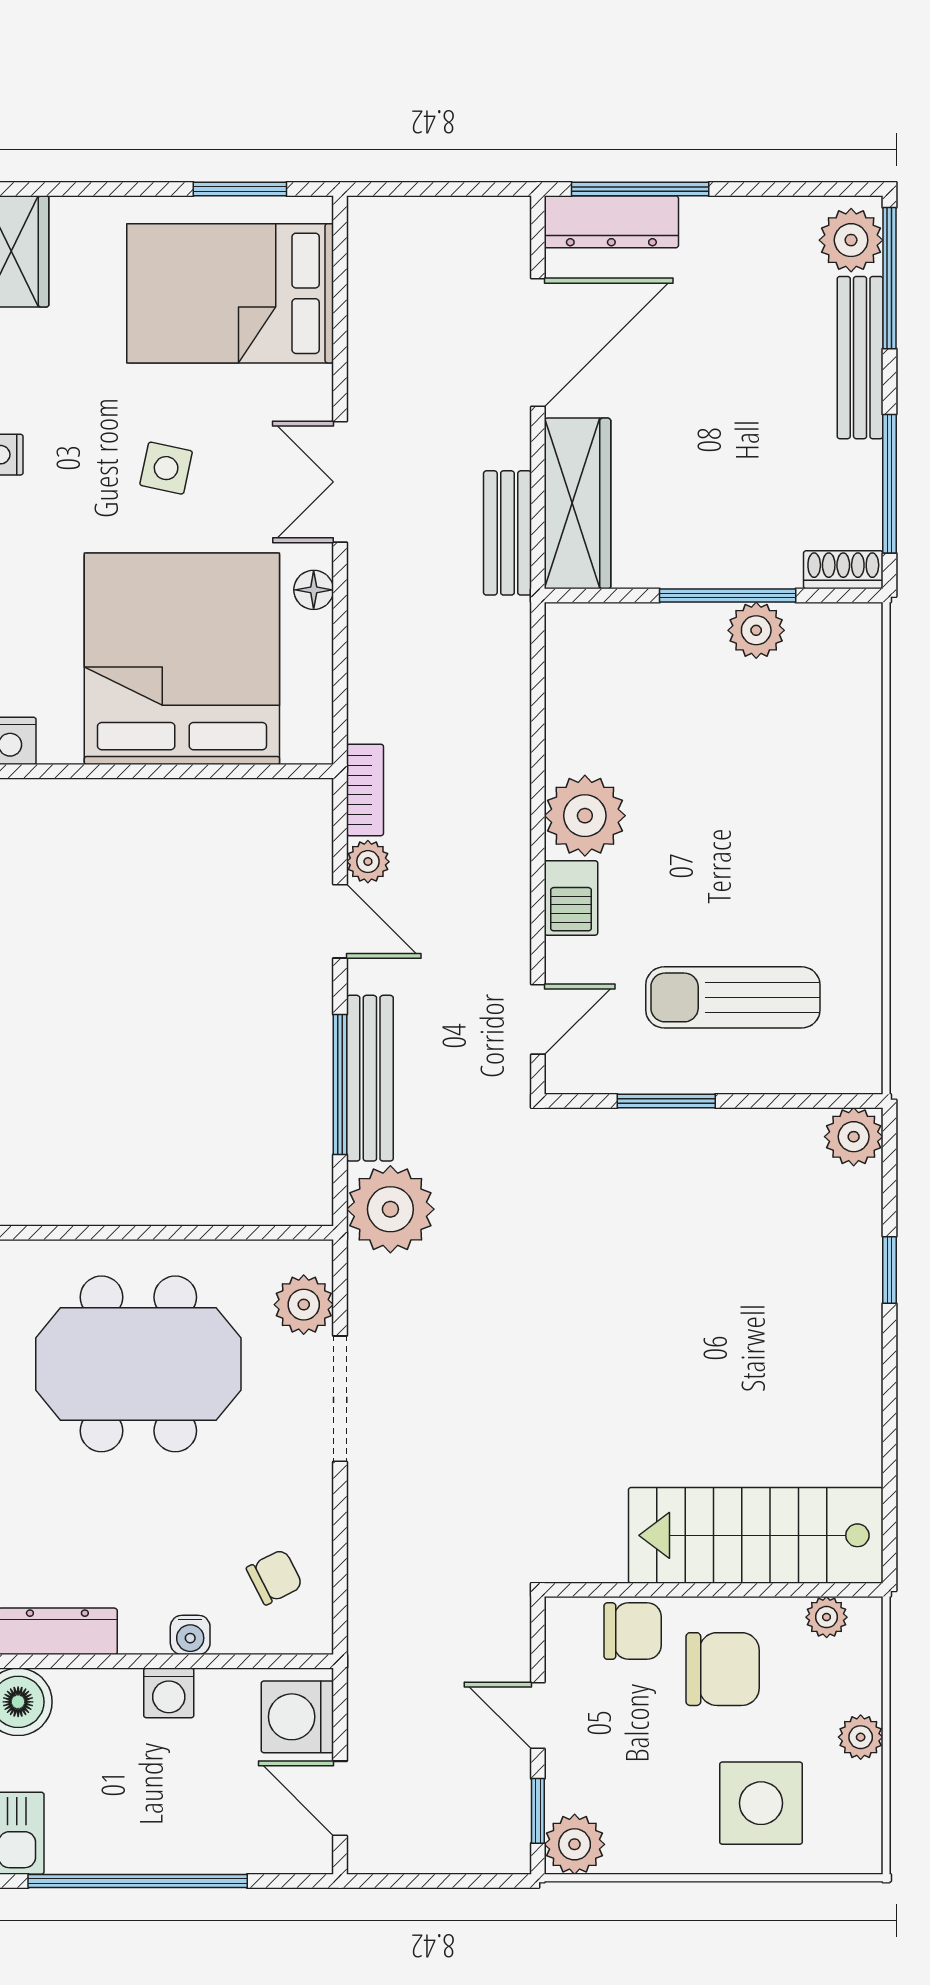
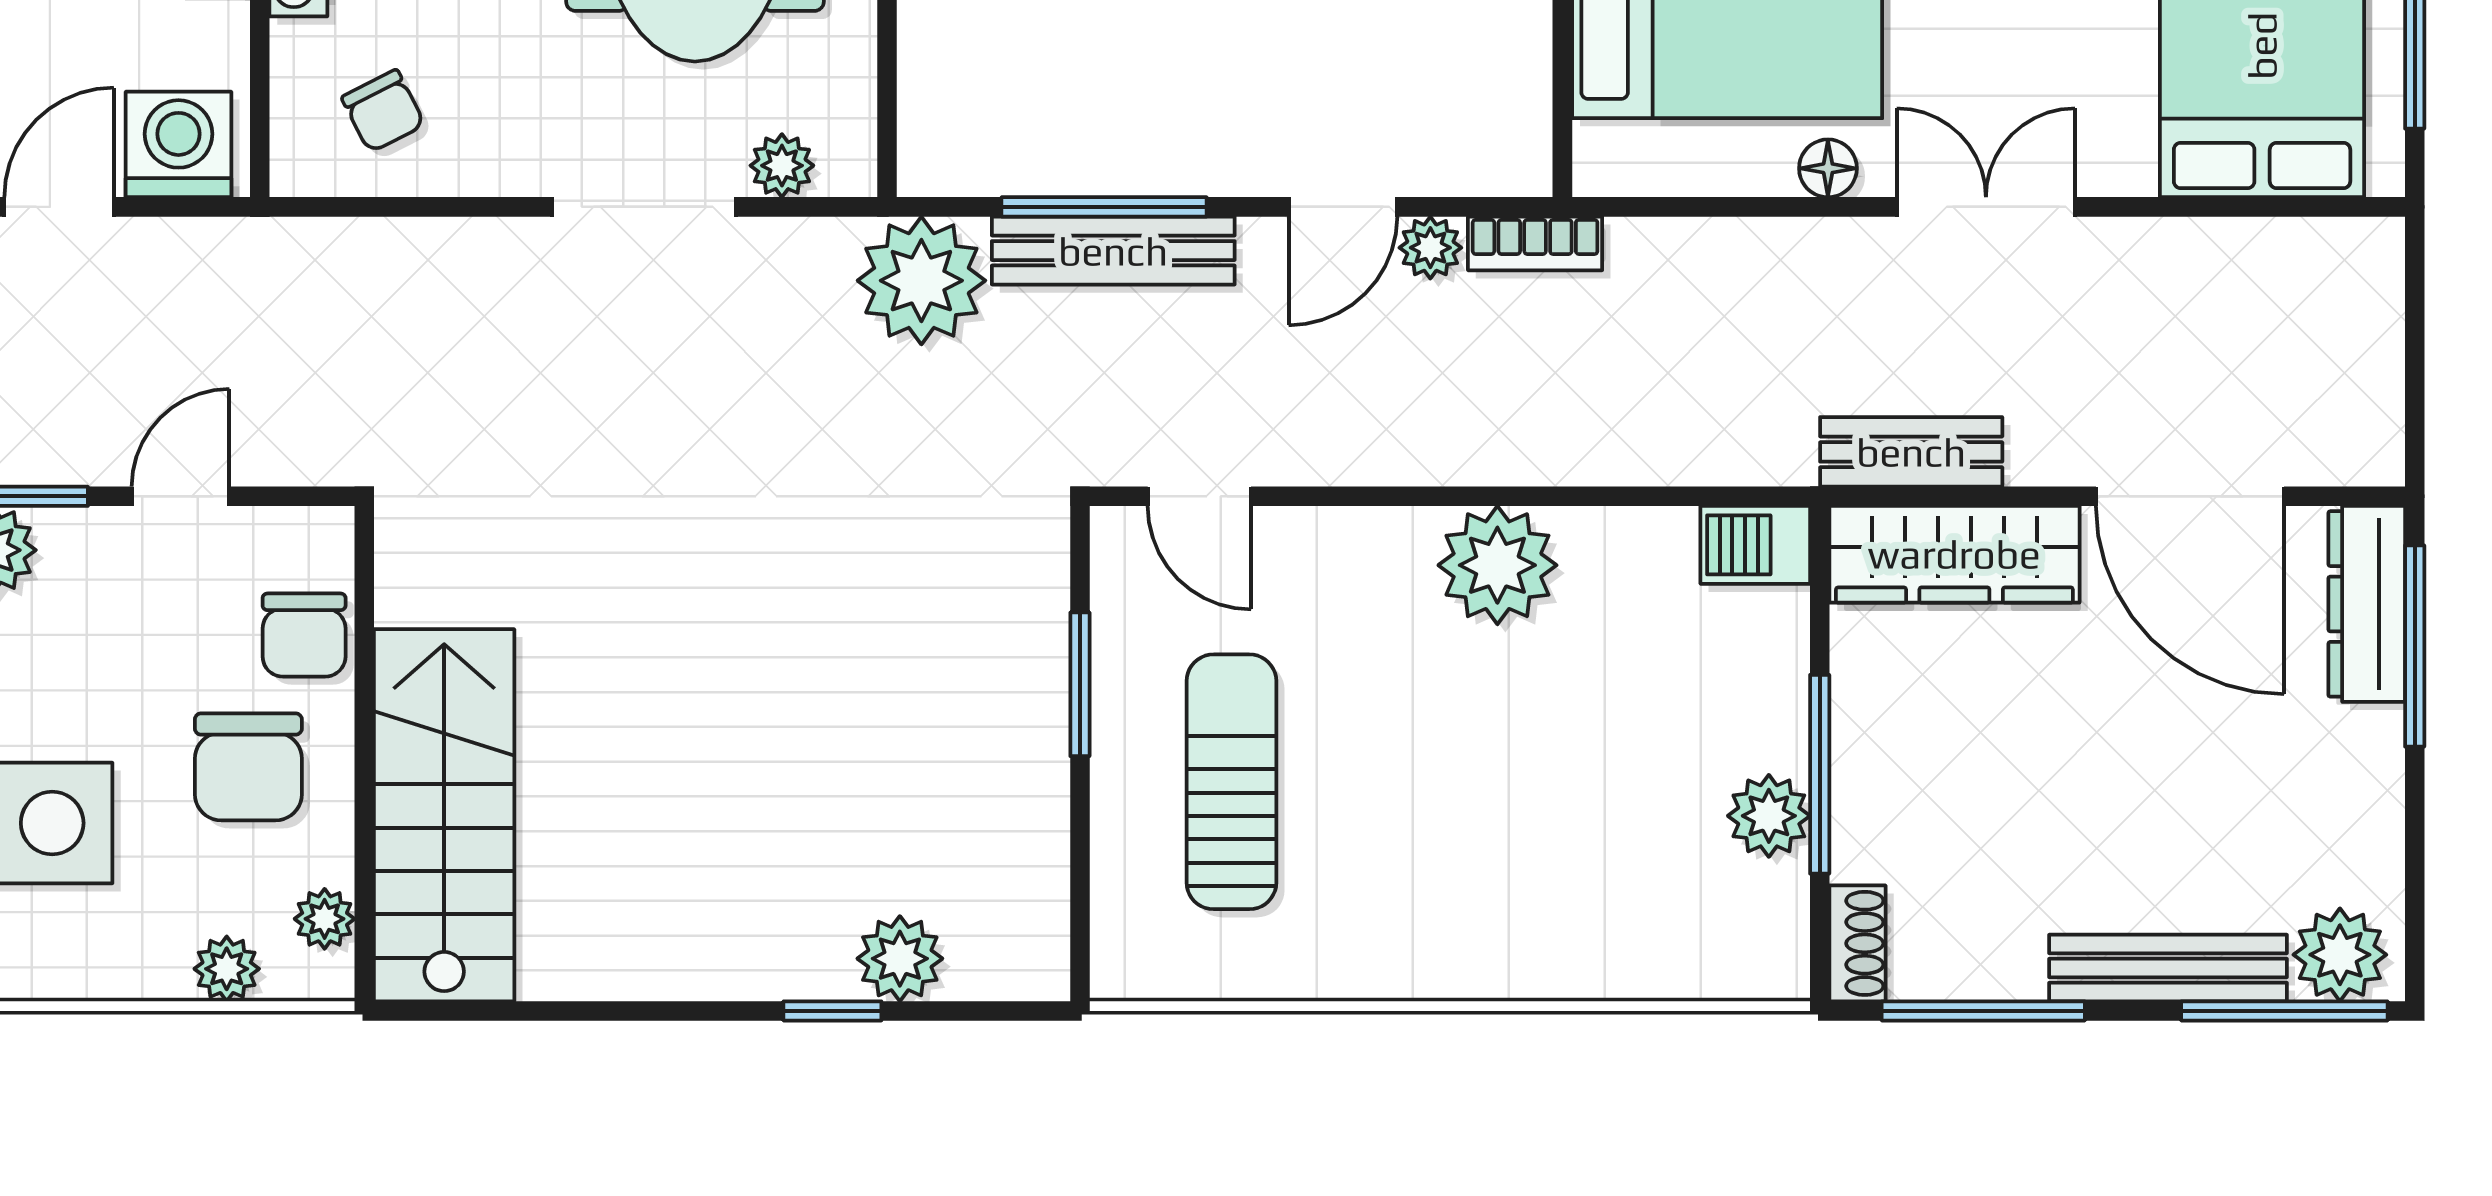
barbecue: (571, 898) -> (1755, 545), moved
plant: (854, 1137) -> (900, 959), moved
plant: (304, 1305) -> (782, 166), width x0.73, depth x0.73
plant: (861, 1737) -> (227, 969), moved

